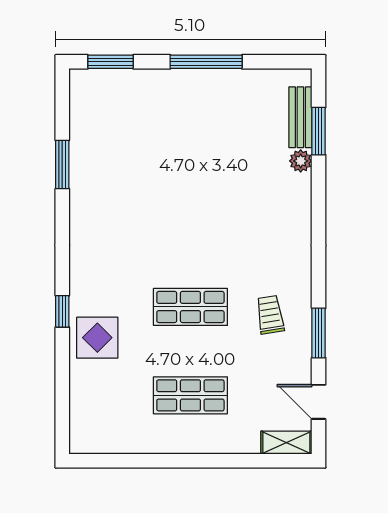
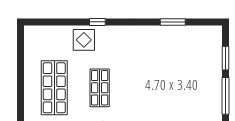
window: (111, 62) -> (226, 58), moved
shop shelf: (190, 395) -> (54, 88), width x1.43, depth x1.36

